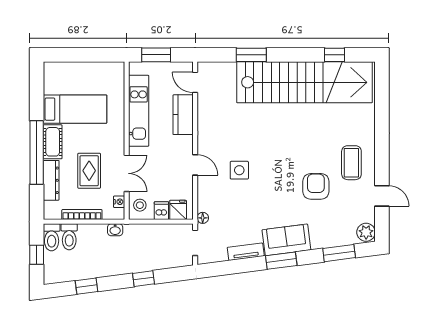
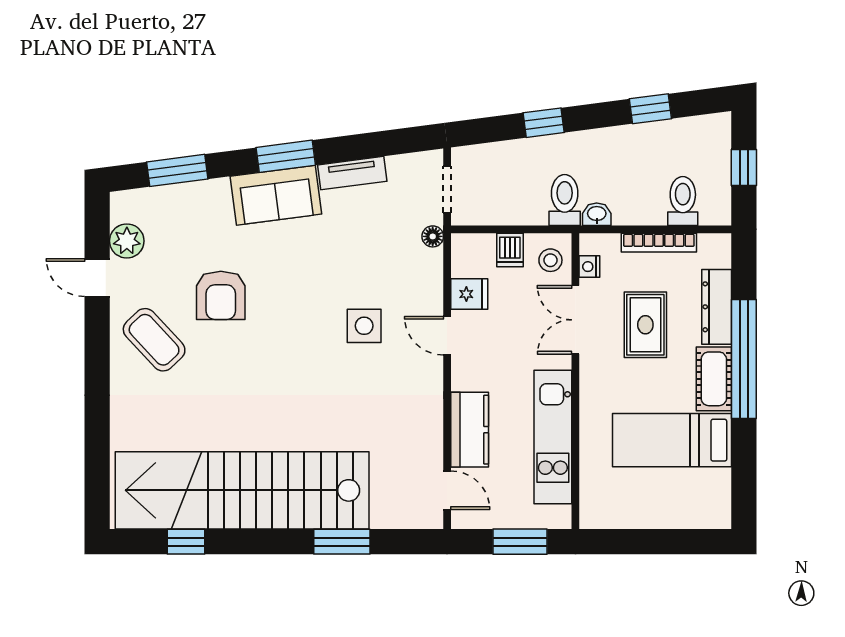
coffee table: (351, 163) -> (154, 340), turned -43
fridge: (178, 210) -> (469, 294), moved, turned -90
plant: (366, 232) -> (127, 241), moved
toilet: (52, 237) -> (565, 200), moved

